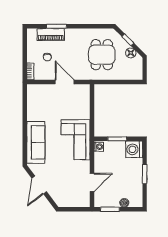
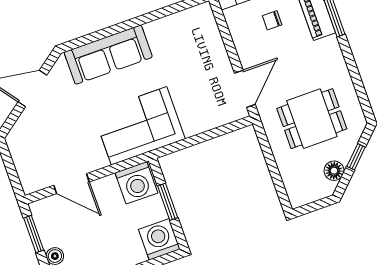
door: (65, 82) -> (245, 89), moved
washing machine: (99, 147) -> (136, 183), width x1.89, depth x1.89

